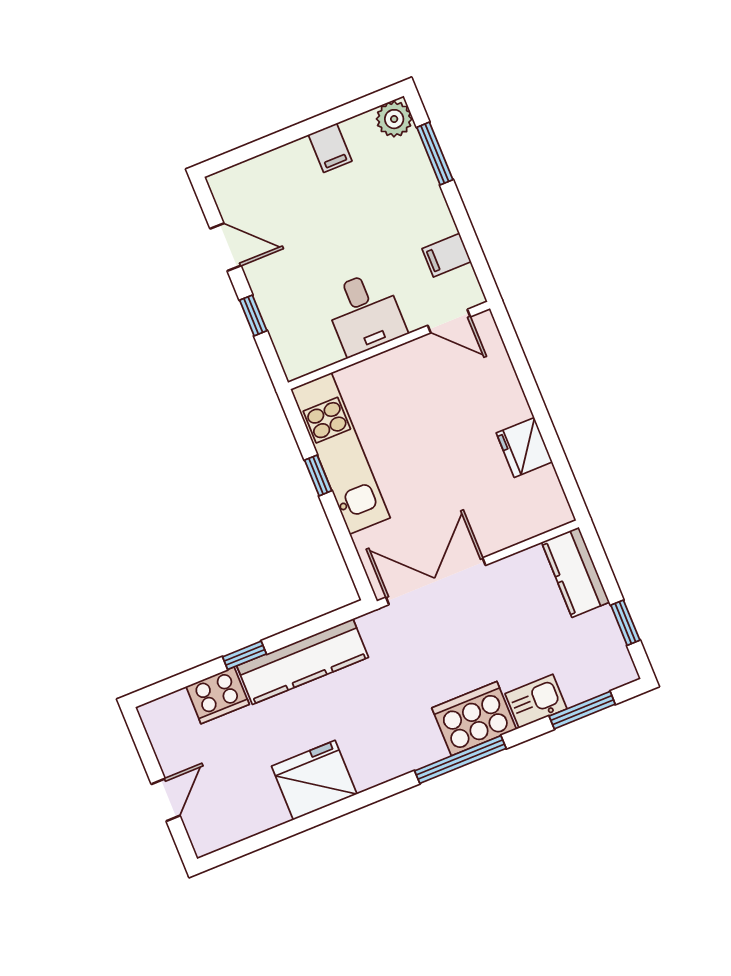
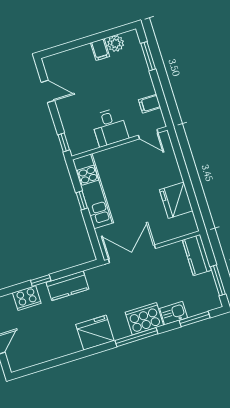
plant: (394, 119) -> (116, 43), moved
window: (253, 315) -> (64, 142), moved
fridge: (524, 447) -> (176, 200), width x1.36, depth x1.34
window: (625, 623) -> (218, 280), width x1.50
kitchen counter: (303, 662) -> (67, 286), width x0.67
fridge: (314, 780) -> (95, 333), moved

